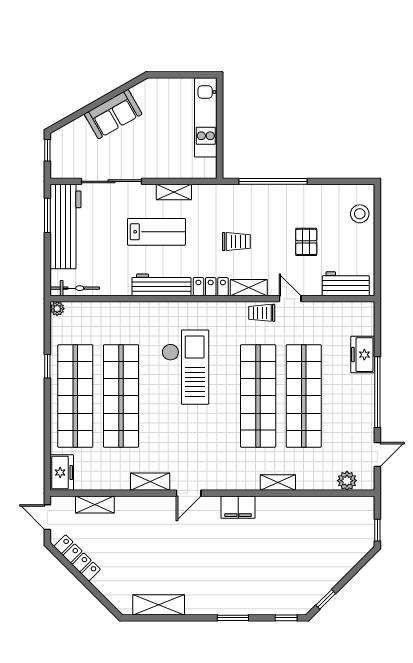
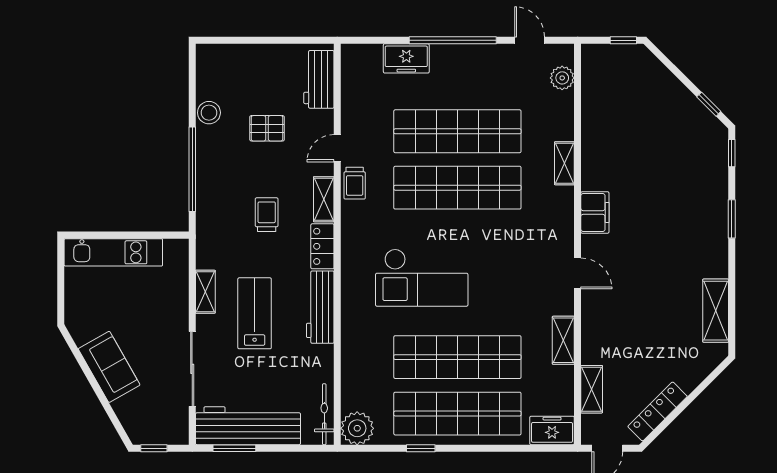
stool: (360, 214) -> (209, 113), moved
plant: (57, 309) -> (357, 428), width x1.87, depth x1.87
checkout: (185, 367) -> (422, 278), turned 180
shelving: (150, 482) -> (563, 340), moved

